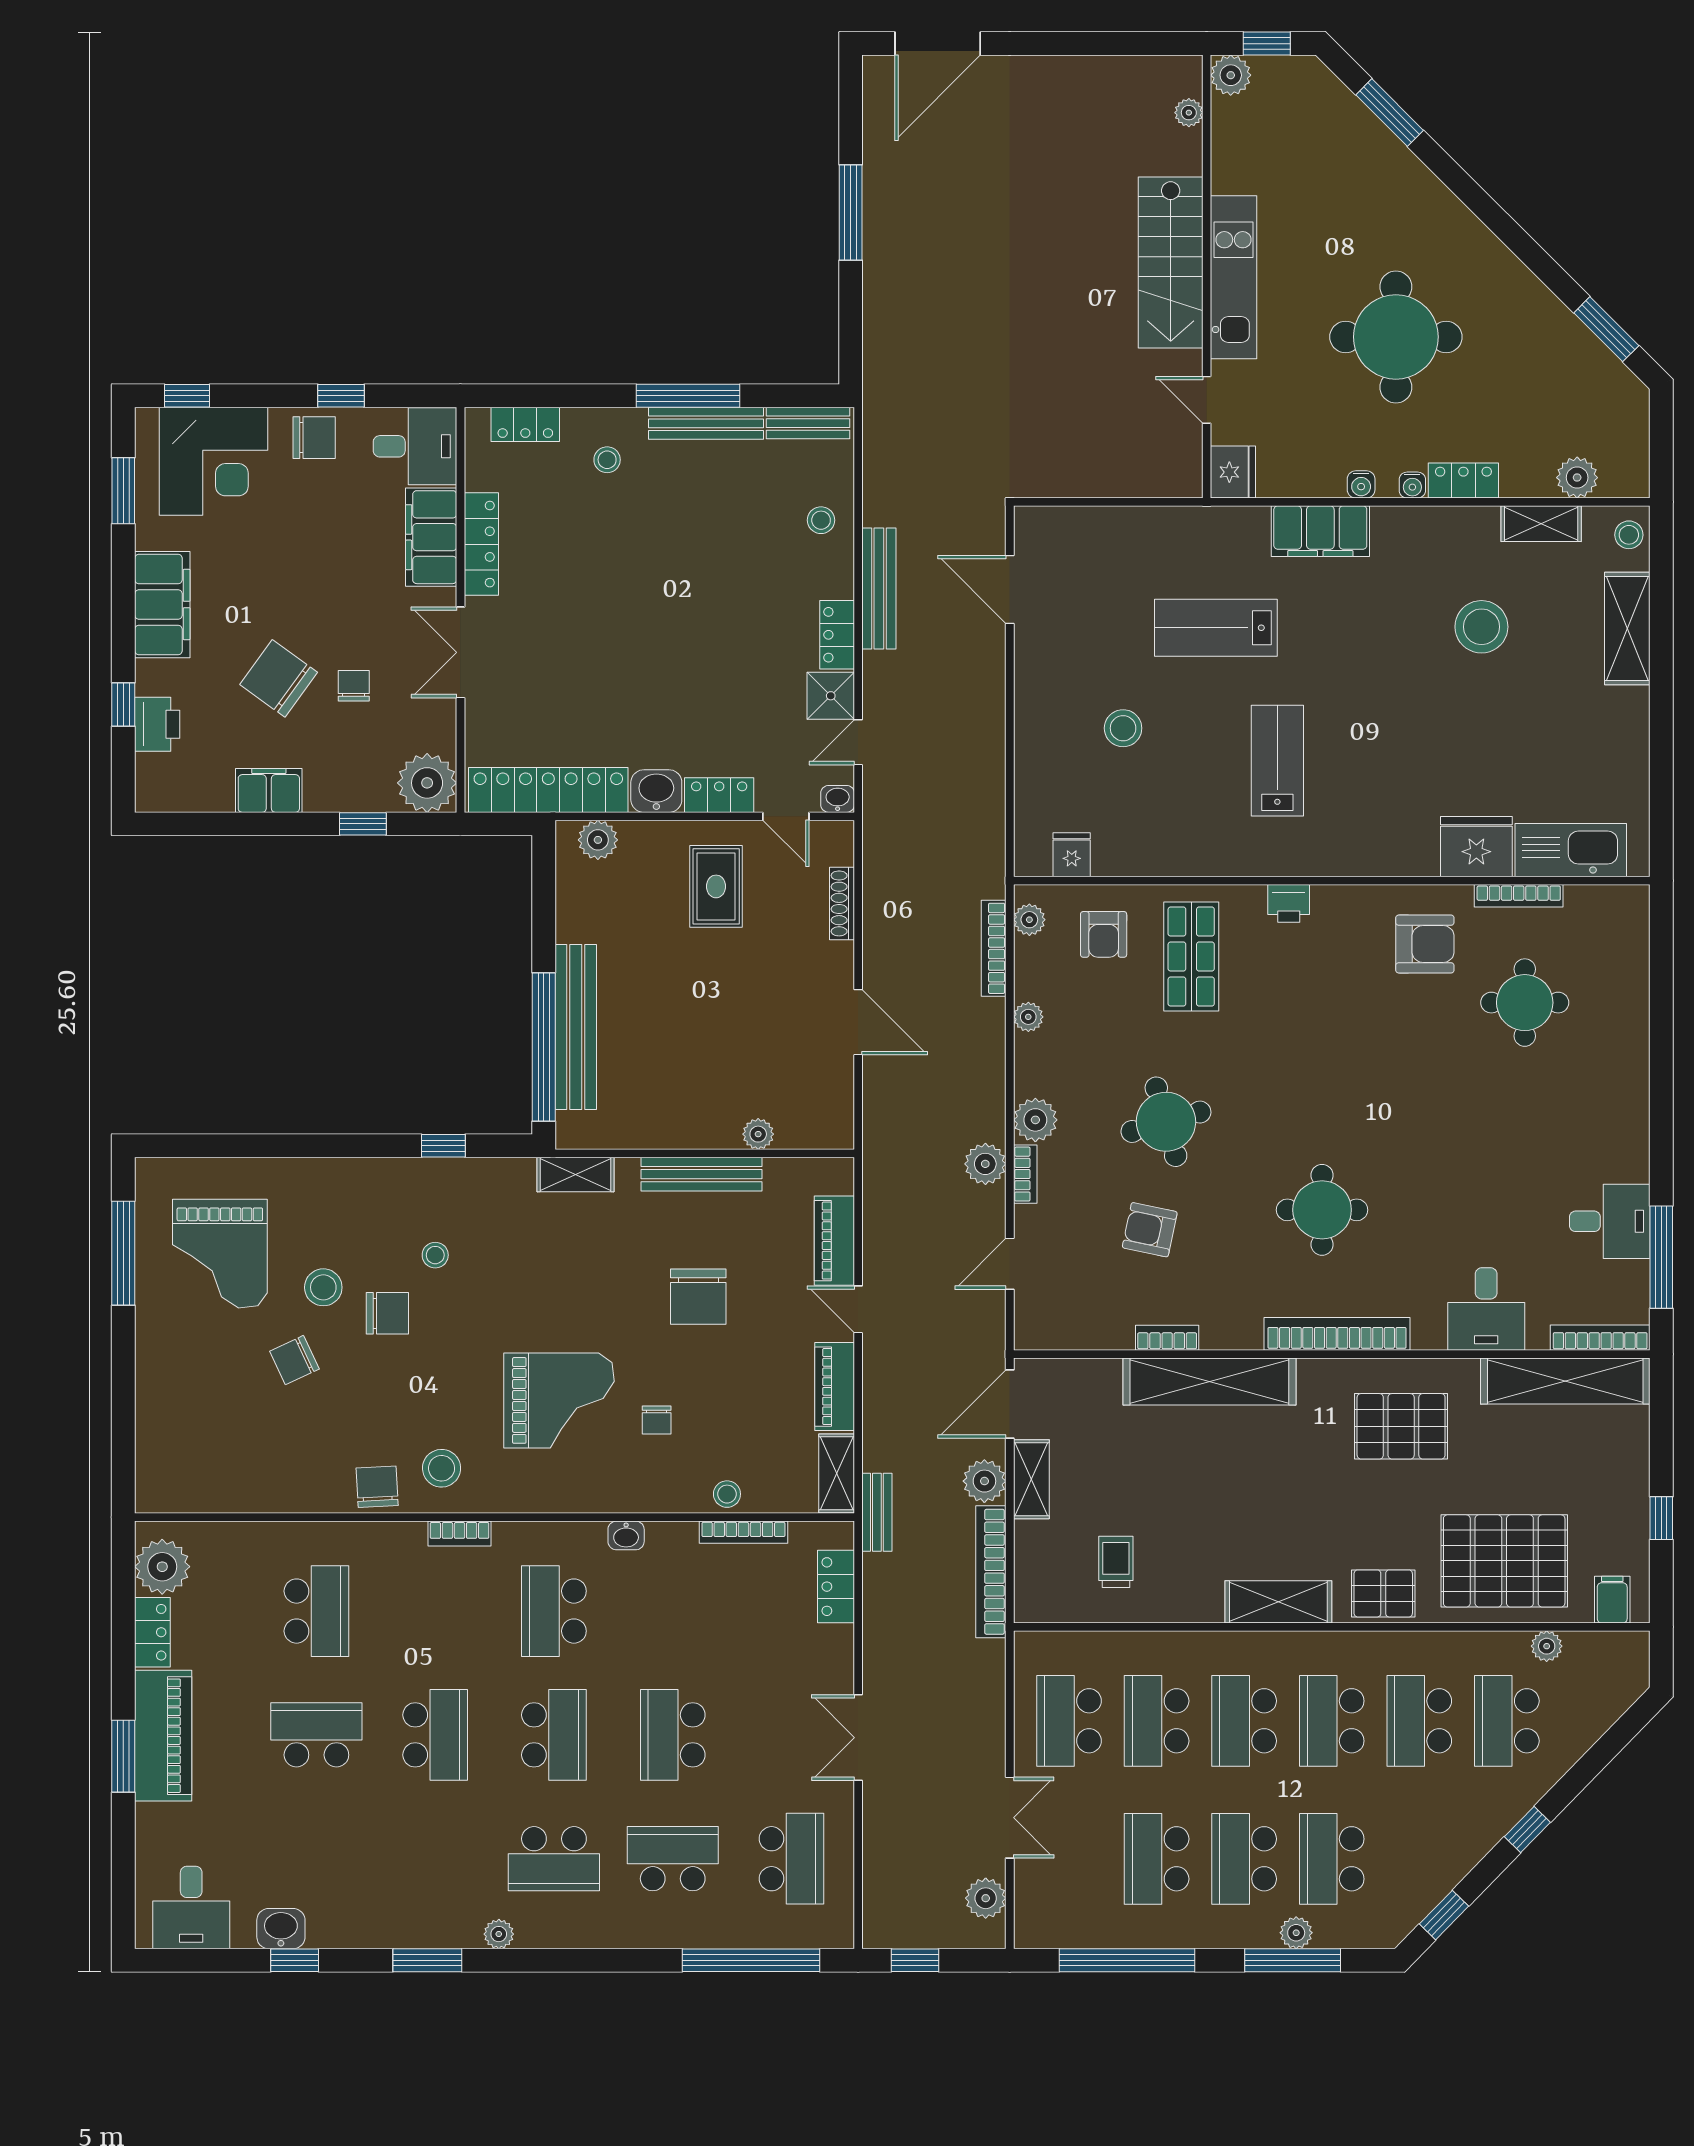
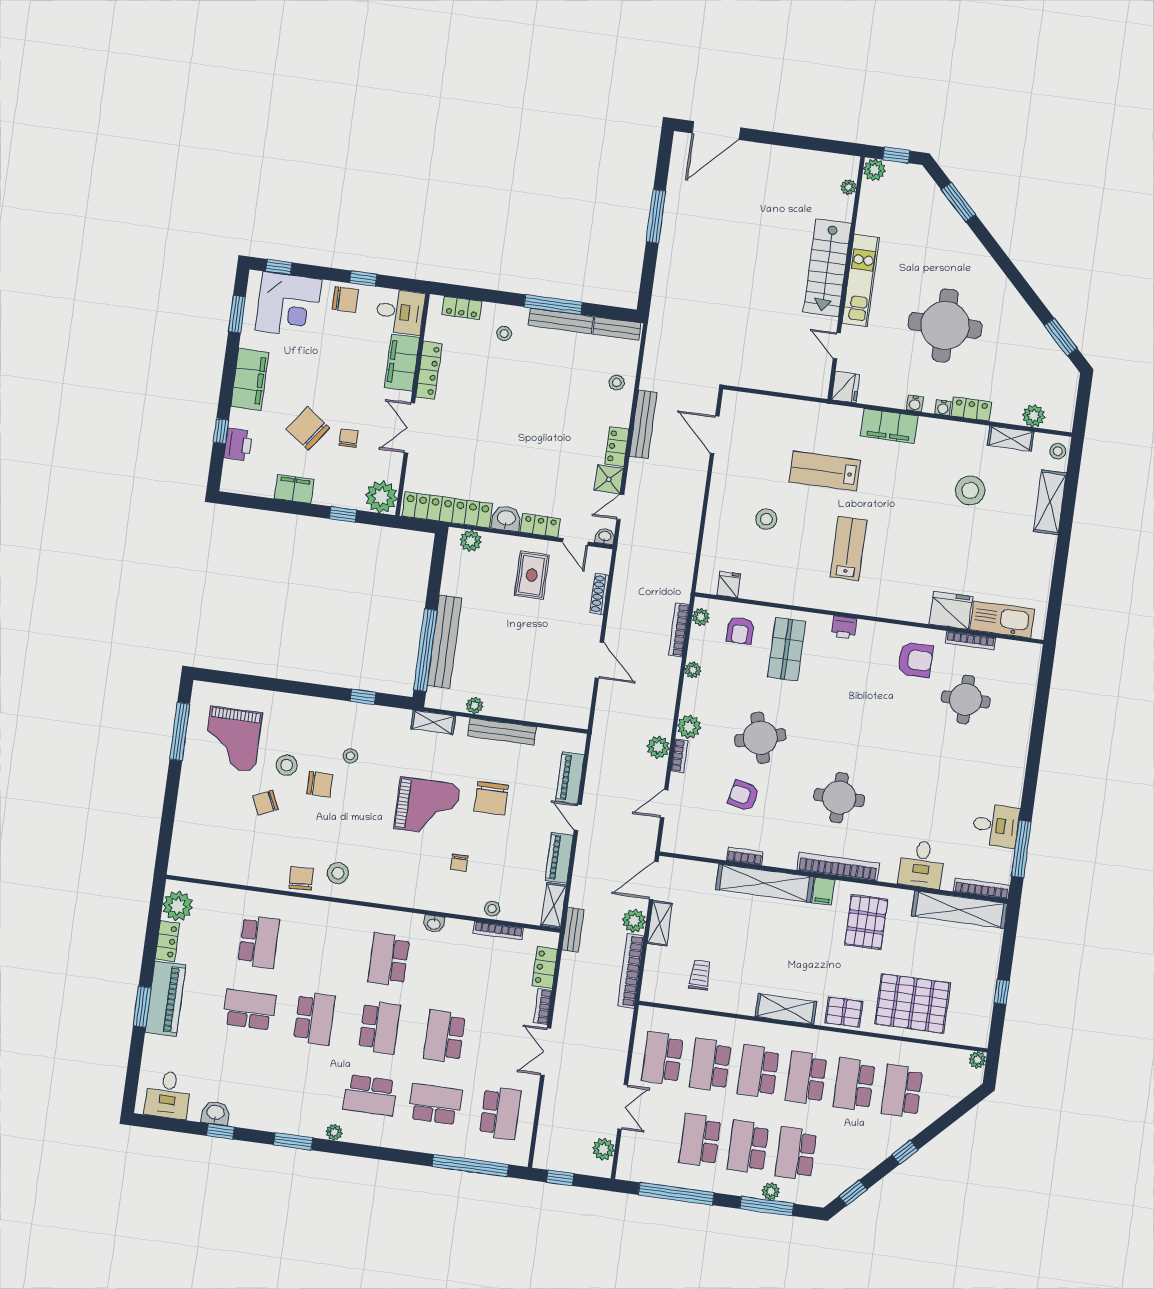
plant: (758, 1134) -> (475, 705), moved
grand piano: (559, 1400) -> (427, 807), moved
pallet: (1401, 1426) -> (866, 922), turned 90
bookcase: (460, 1533) -> (543, 1007), moved, turned 90
filing cabinet: (1612, 1600) -> (823, 891), moved, turned 180
plant: (1547, 1646) -> (977, 1060), moved

